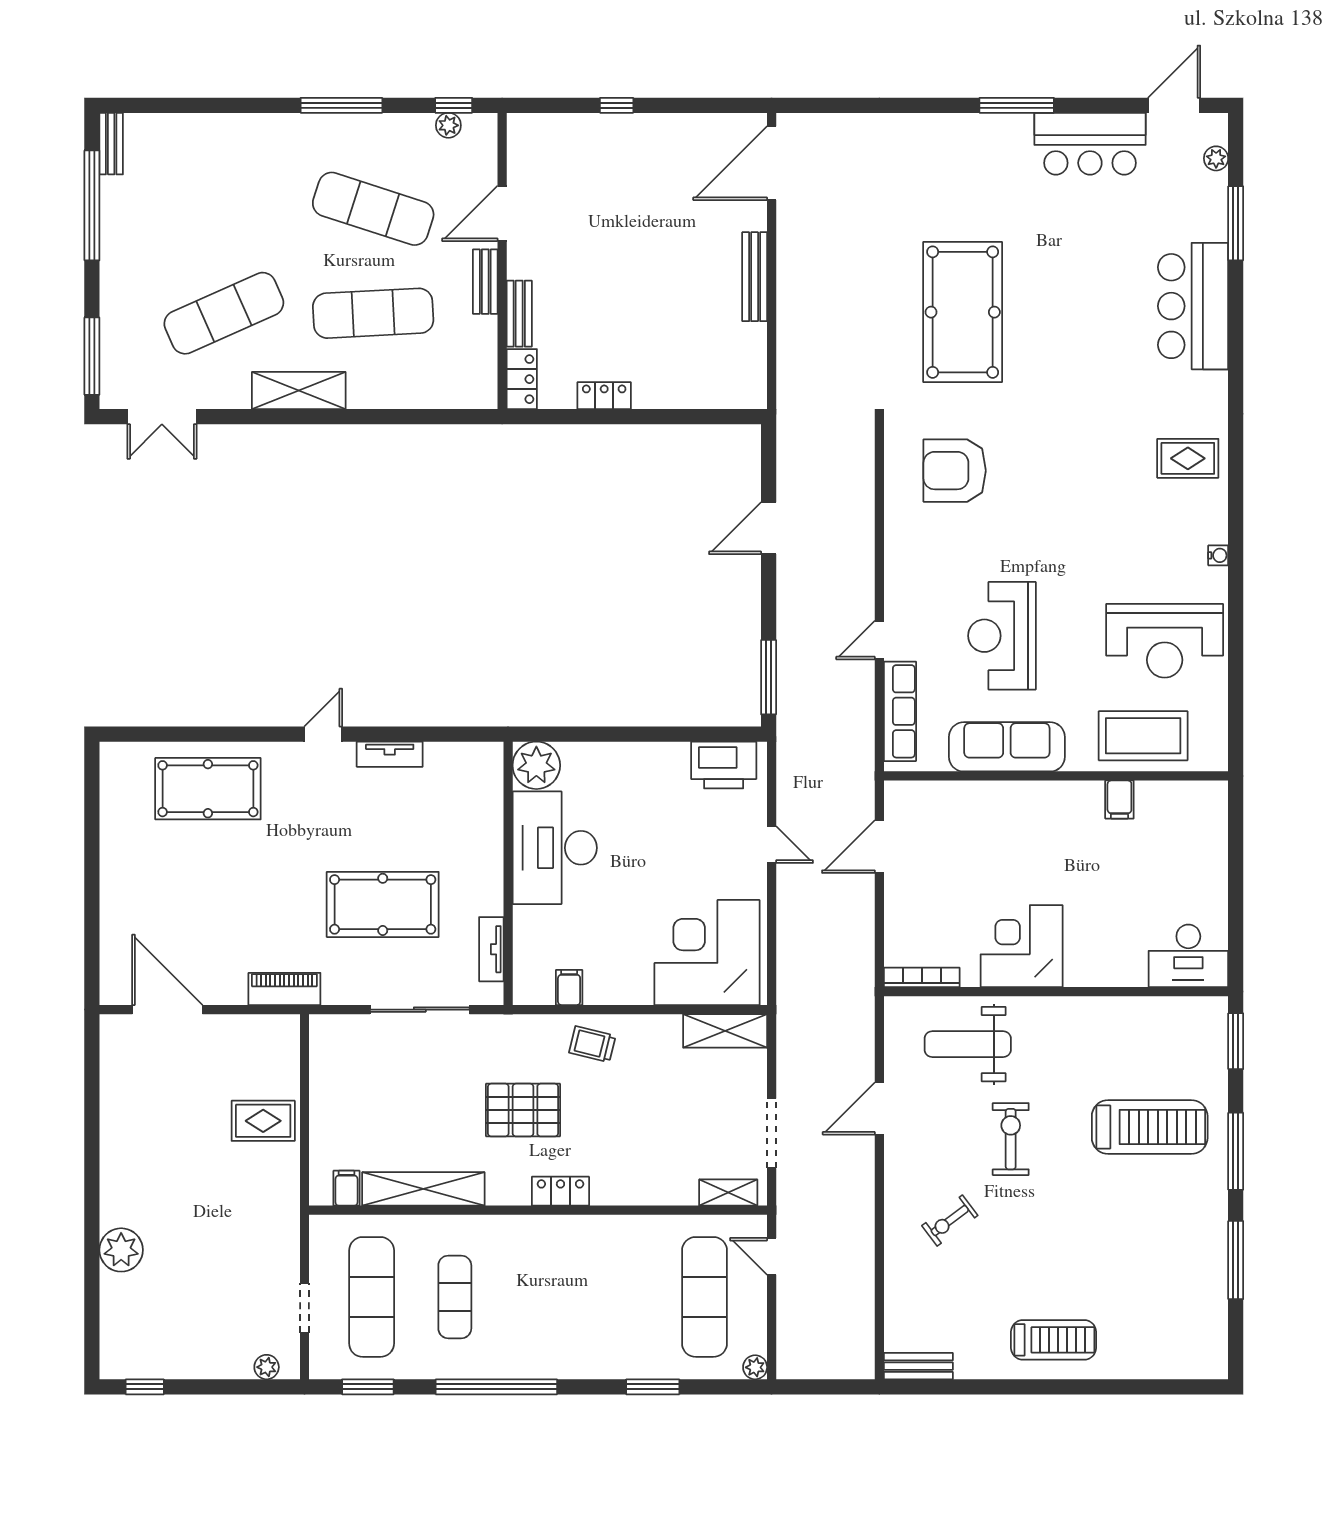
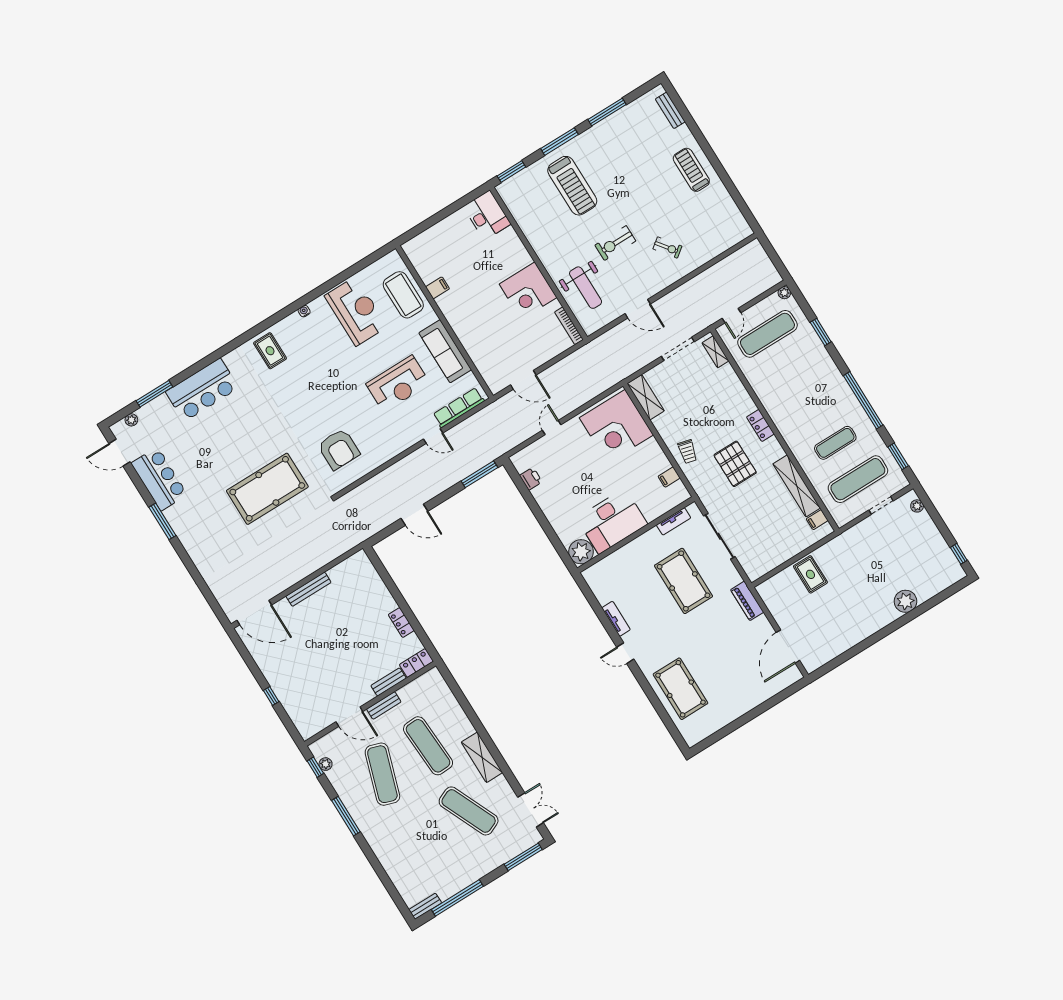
printer: (724, 765) -> (531, 479), width x0.53, depth x0.68
treadmill: (1150, 1127) -> (572, 186), turned 180
bench: (918, 1366) -> (670, 110), moved

